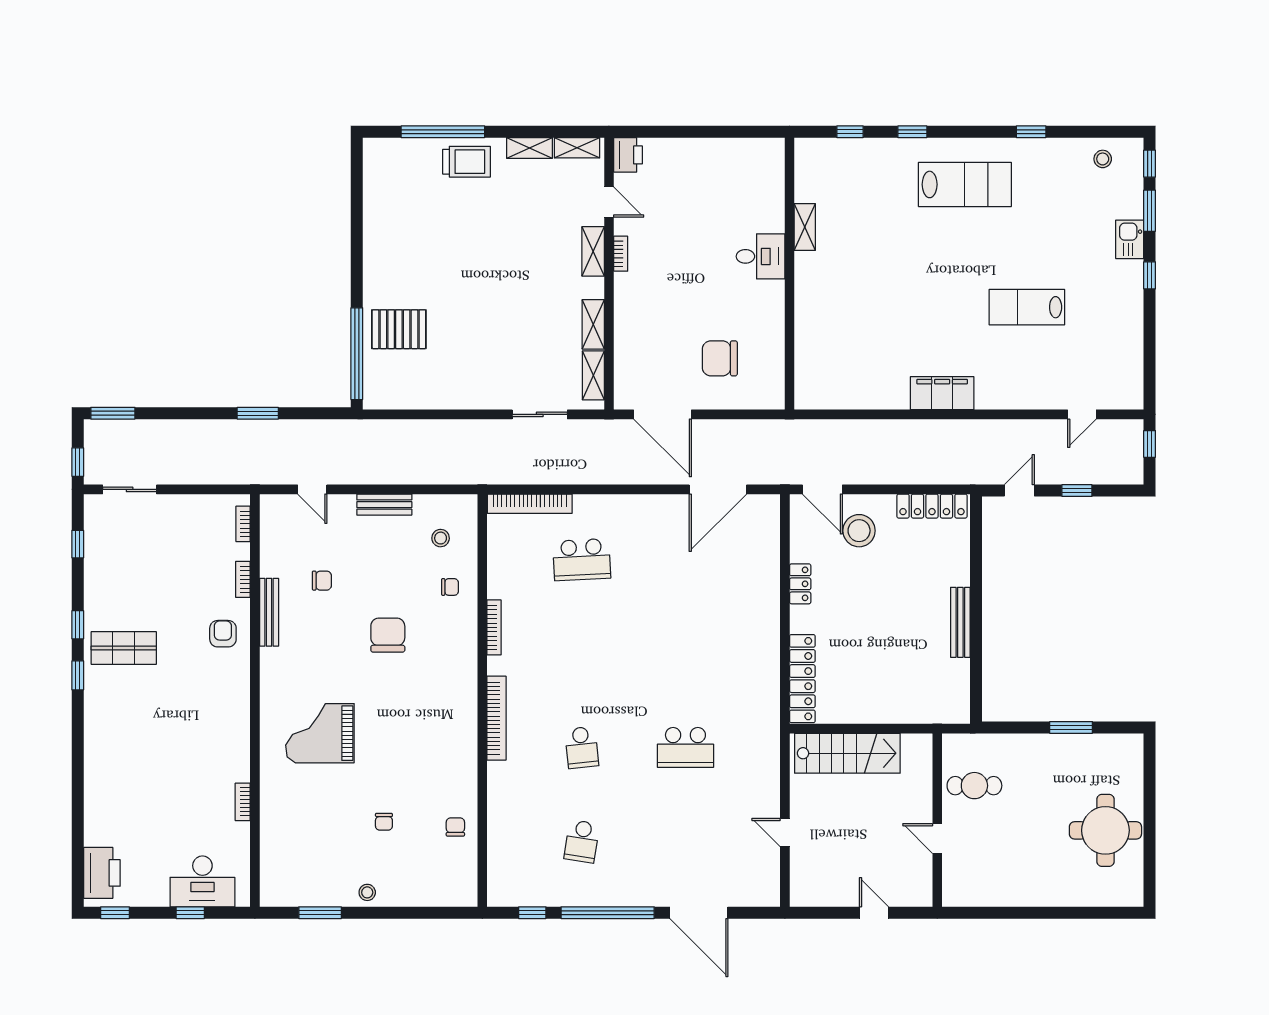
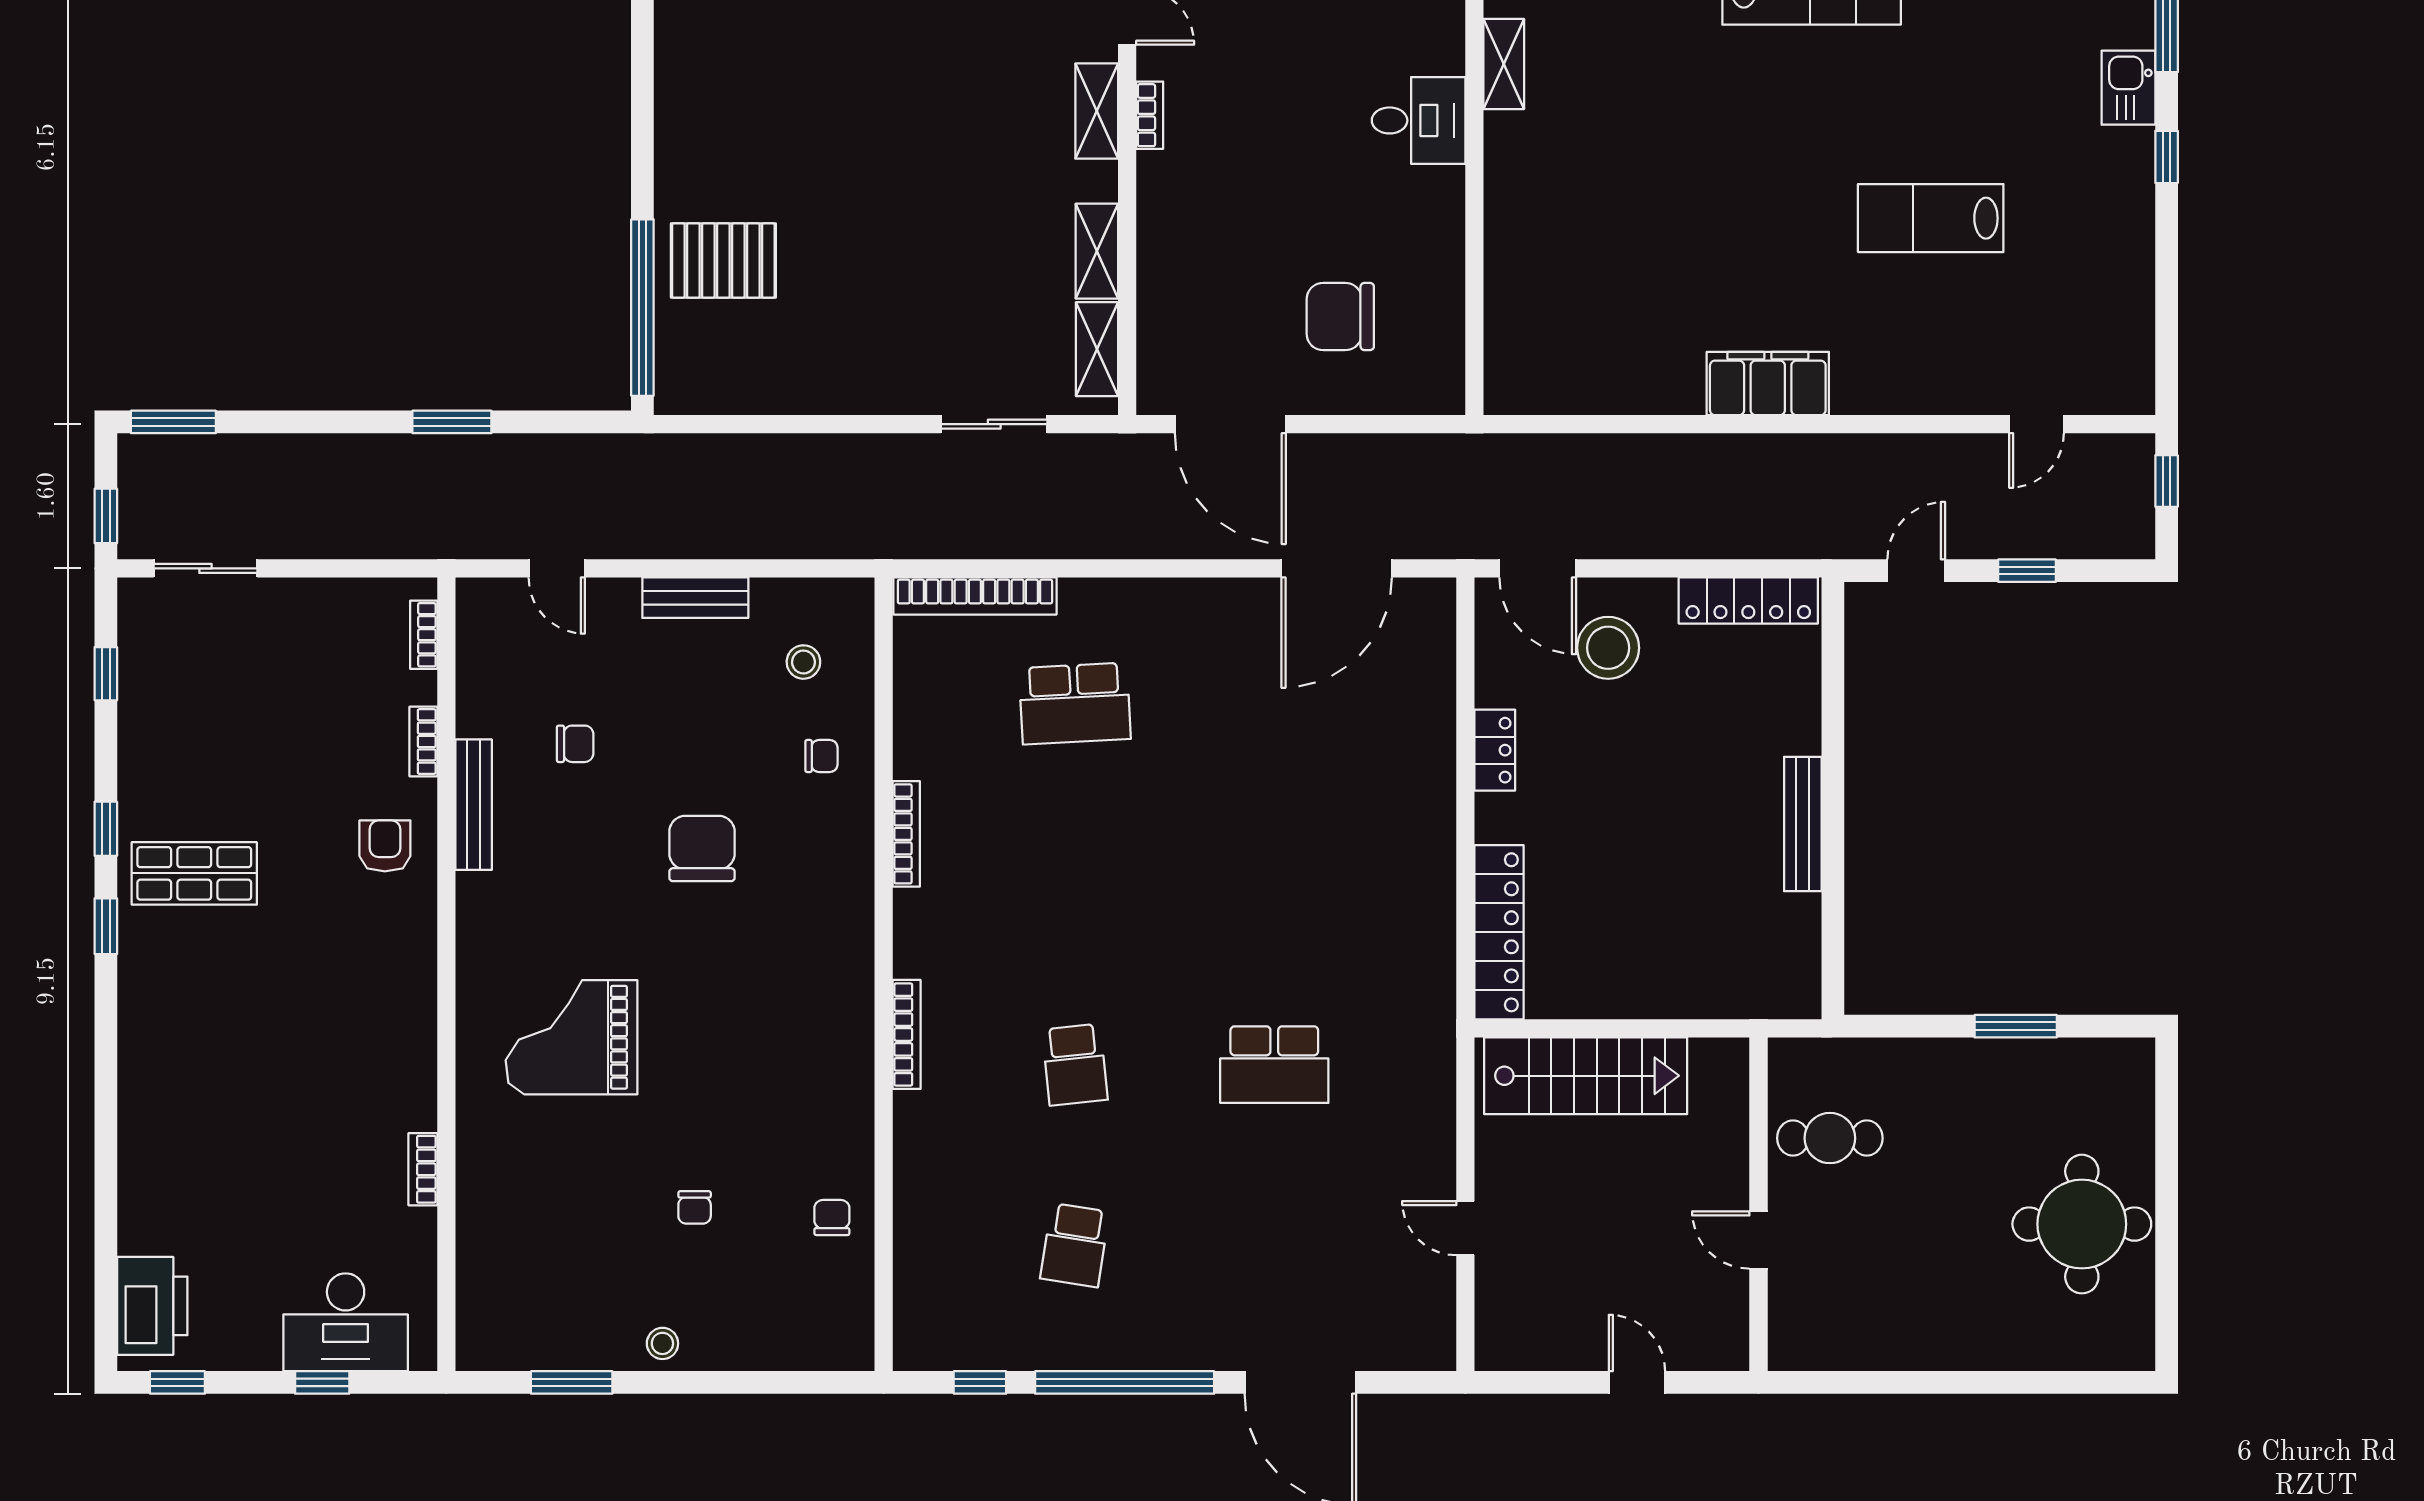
bookcase: (497, 718) -> (907, 1034), width x0.68, depth x0.76

